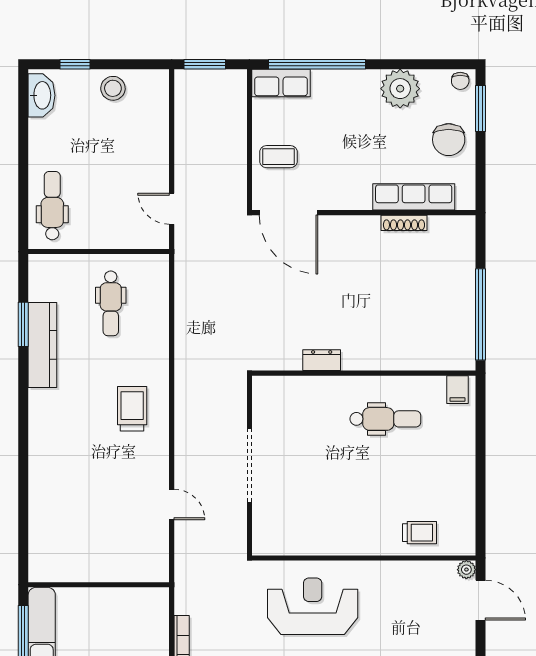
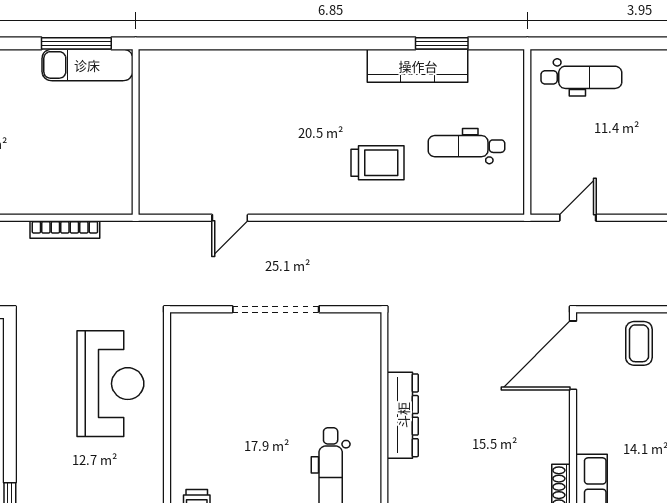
dresser: (322, 360) -> (403, 415), width x1.96, depth x1.24
trolley: (132, 409) -> (378, 163), moved

